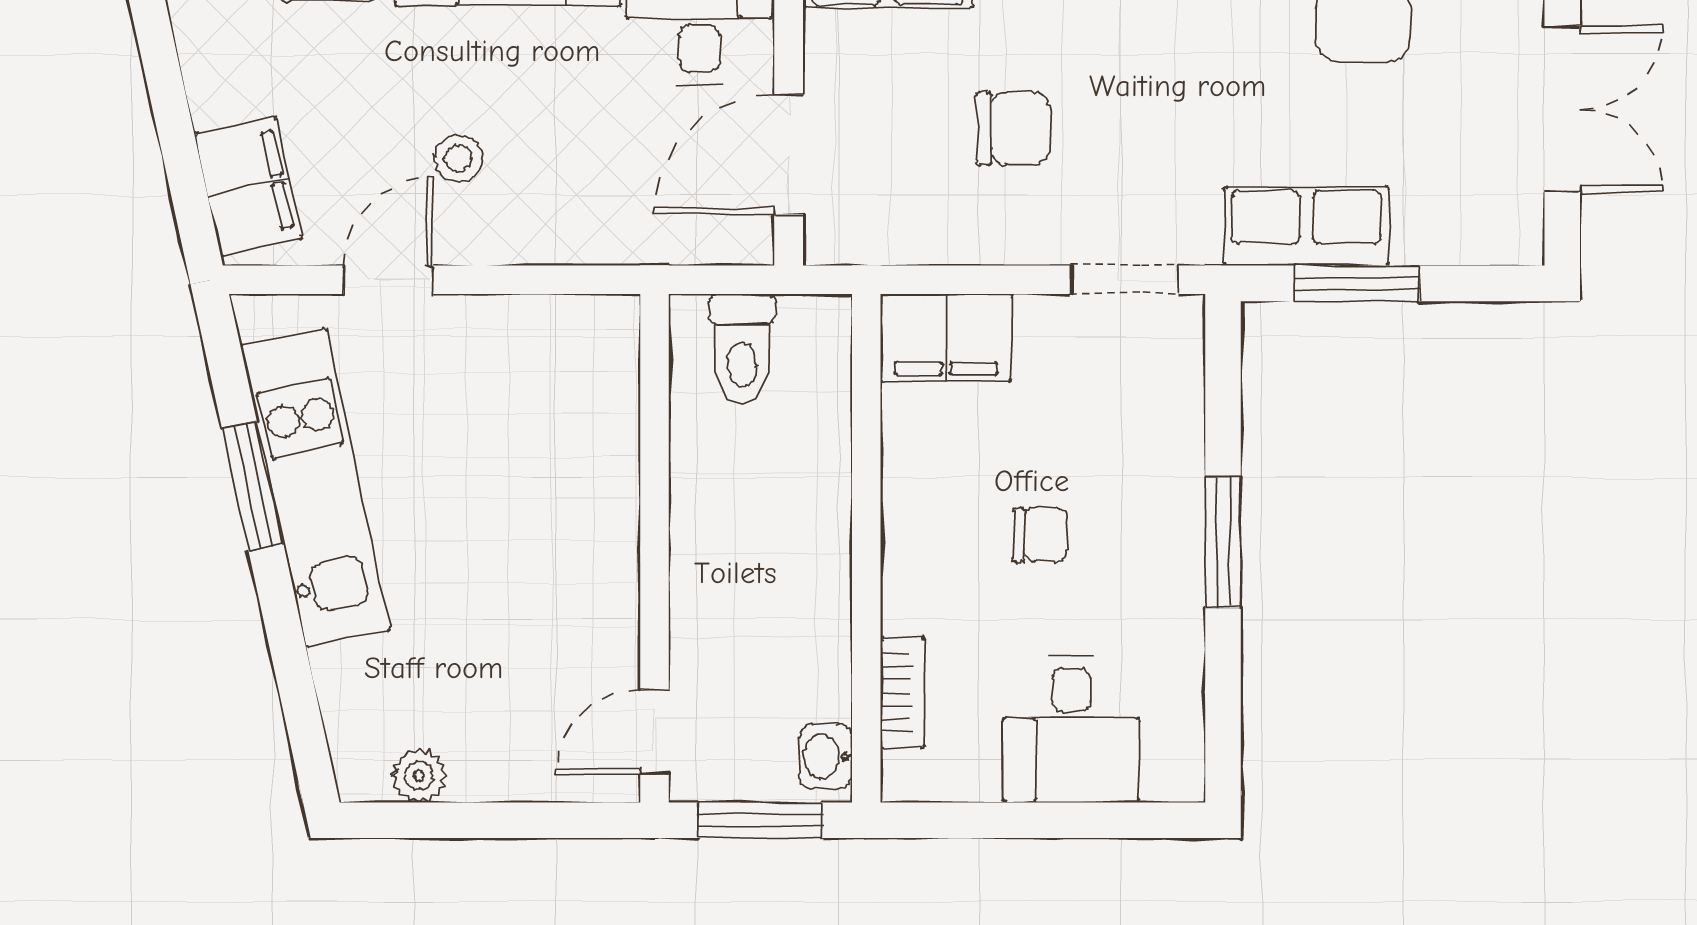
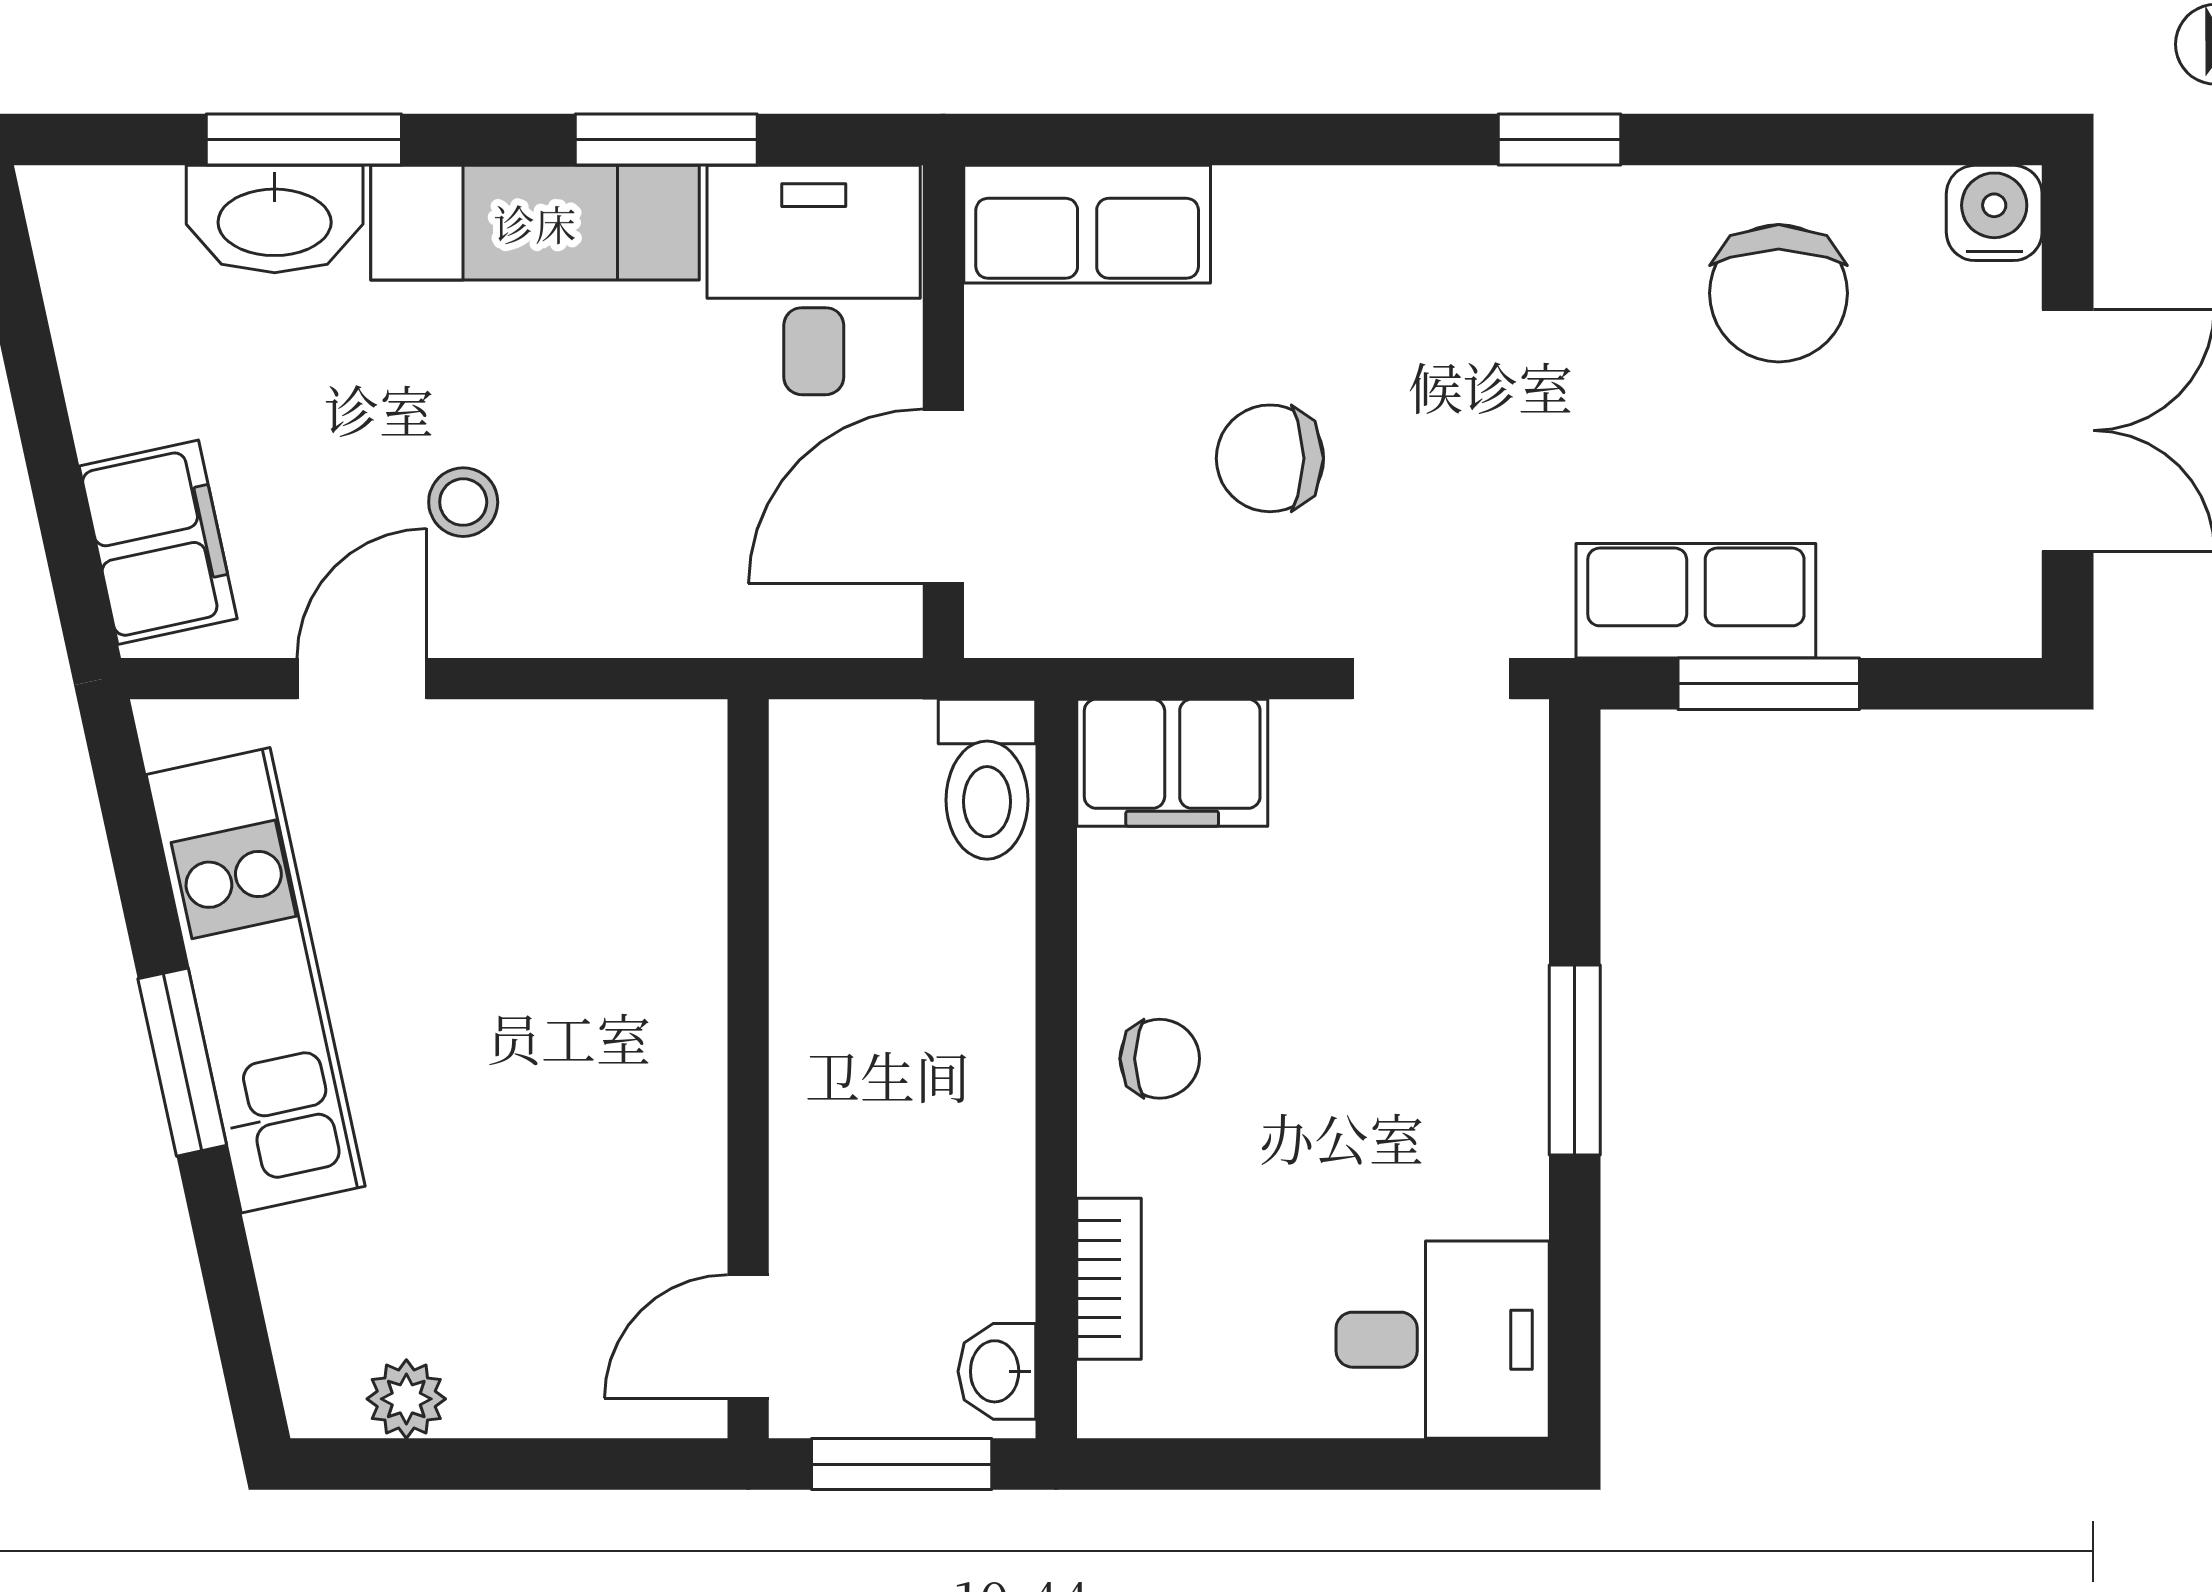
chair: (1013, 128) -> (1270, 458), turned 180
toilet: (742, 349) -> (987, 779), moved
window: (253, 486) -> (182, 1062), moved
chair: (1040, 535) -> (1160, 1059), moved
desk: (1071, 729) -> (1443, 1340), moved, turned -90

